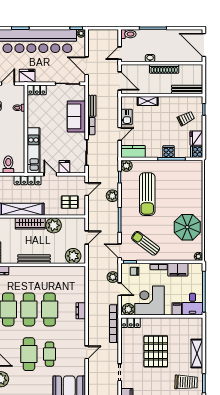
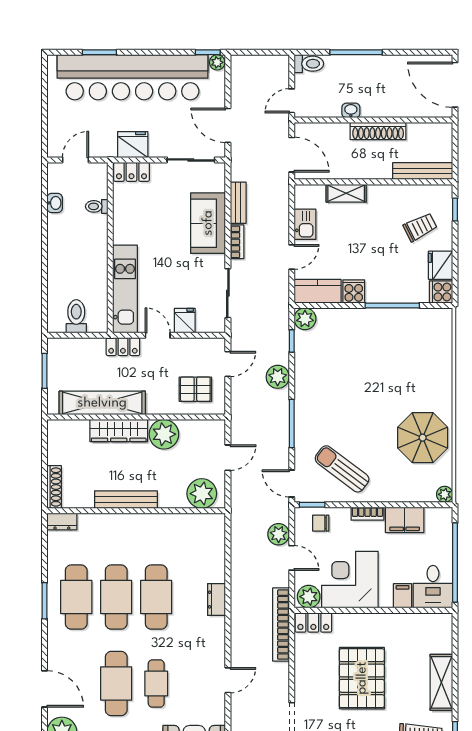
fridge: (27, 76) -> (133, 145), moved
cooker: (169, 152) -> (354, 291), moved
locker: (28, 180) -> (123, 347), width x0.66
sun lounger: (147, 194) -> (345, 374), removed

